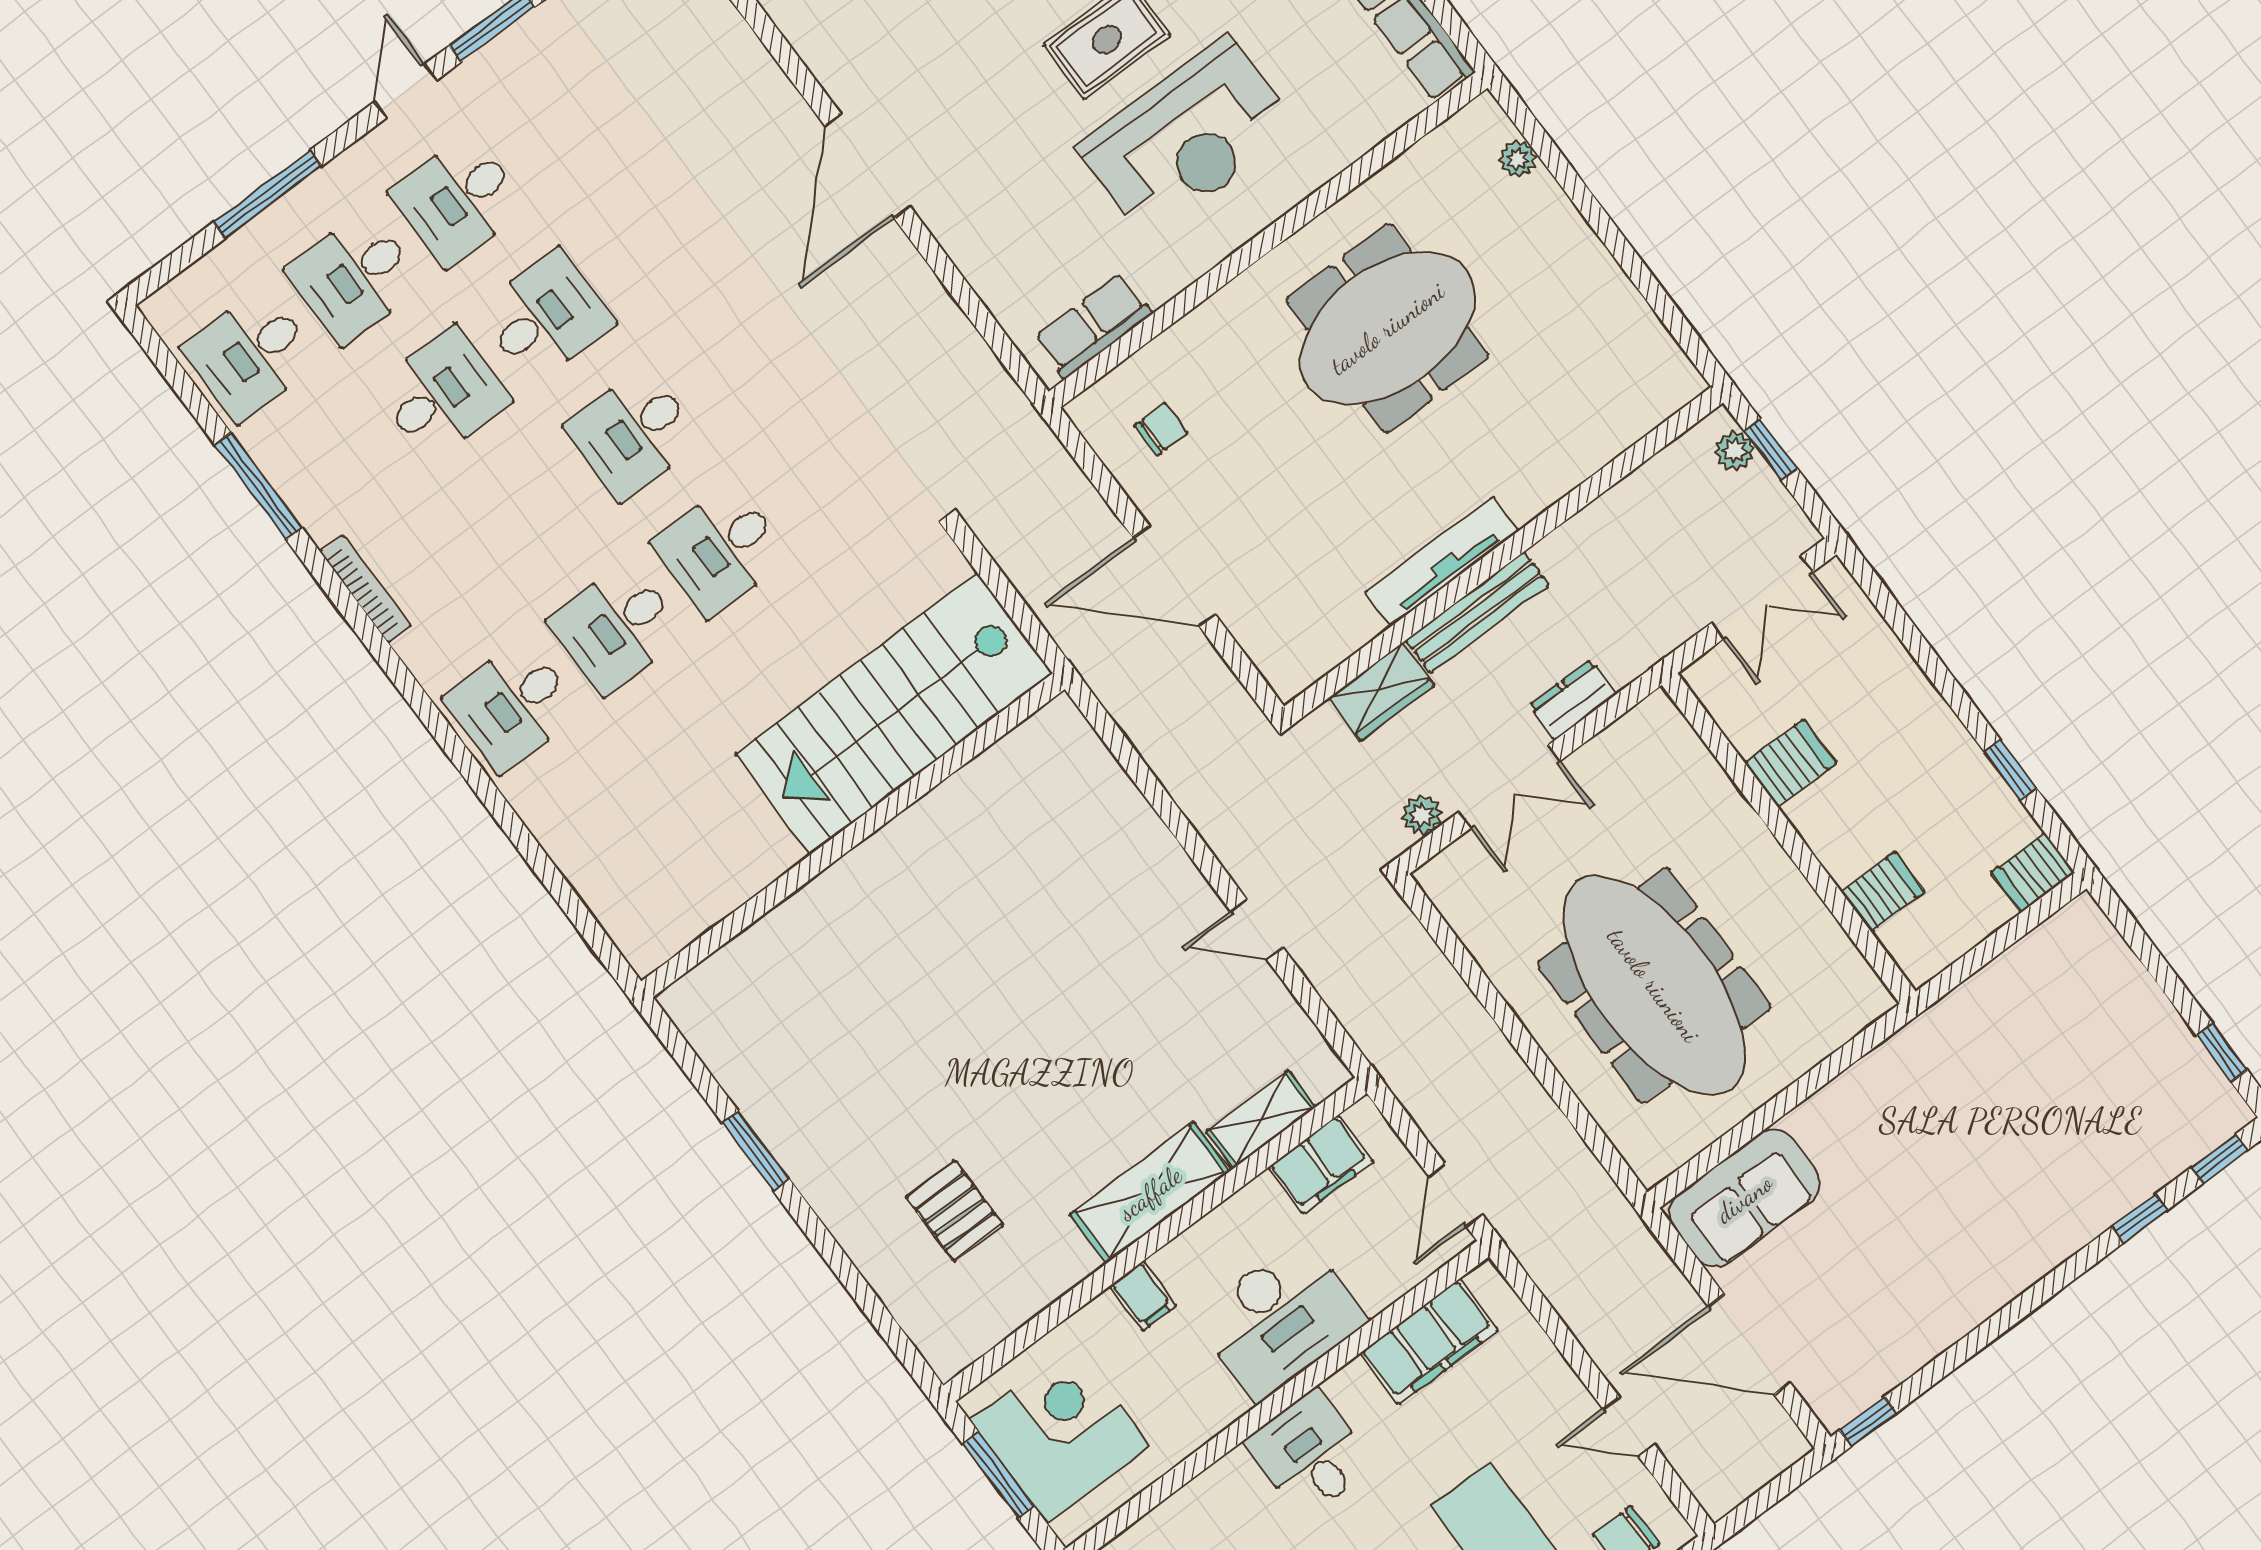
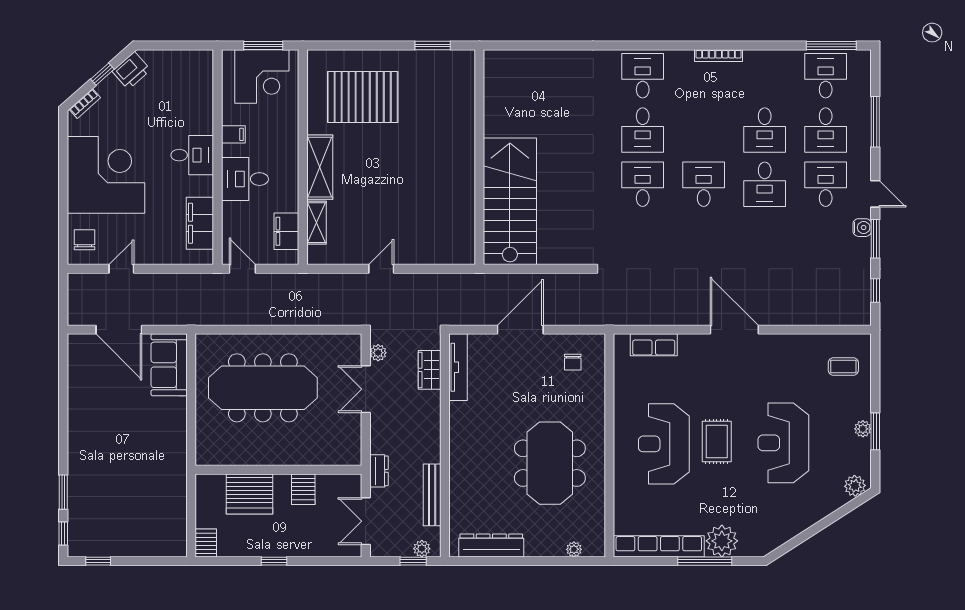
water cooler: (489, 68) -> (862, 228), added
desk: (355, 277) -> (826, 130), turned 180
dresser: (1629, 322) -> (491, 545), added
row of seats: (1093, 325) -> (654, 345), moved, turned 90
window: (258, 486) -> (831, 45), moved
tv unit: (1442, 561) -> (458, 367), moved
bench: (1477, 612) -> (432, 495), moved
desk: (617, 628) -> (643, 130), turned 180
dresser: (1573, 700) -> (379, 471), moved
stairs: (894, 714) -> (510, 201), moved
window: (2010, 770) -> (274, 561), moved
wall: (853, 835) -> (479, 157), moved
server rack: (1883, 892) -> (249, 494), width x2.18, depth x1.44
pallet: (954, 1211) -> (363, 97), width x2.05, depth x2.00
window: (2140, 1218) -> (63, 492), width x1.50
filing cabinet: (1143, 1296) -> (233, 134), moved, turned 180
desk: (1280, 1319) -> (245, 179), width x0.73
door: (1749, 1344) -> (119, 330), swing flipped
window: (1868, 1422) -> (63, 350), removed

